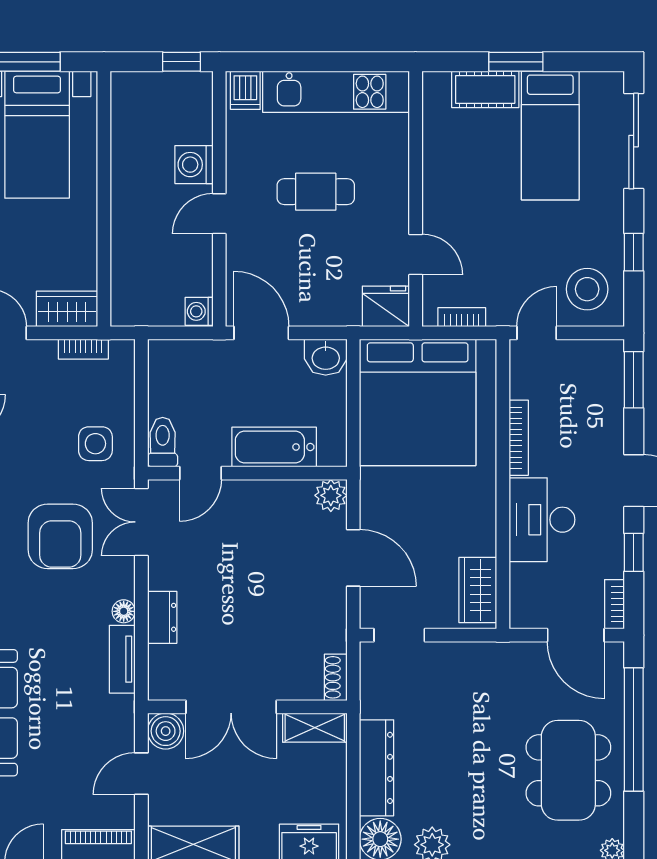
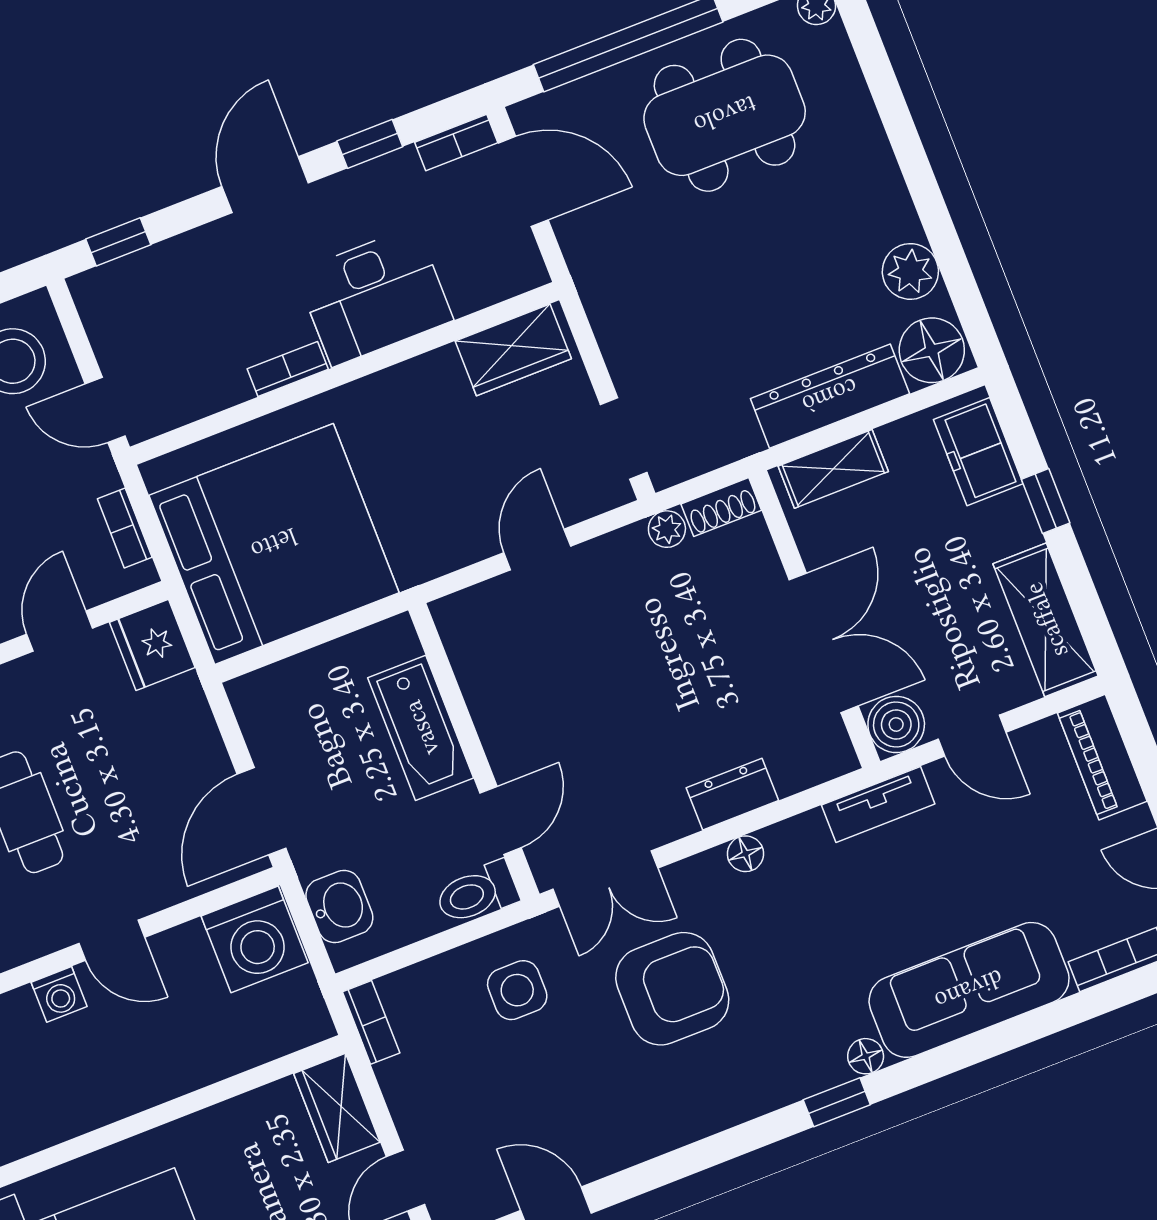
washing machine: (194, 165) -> (59, 994), width x0.73, depth x0.73
washing machine: (199, 311) -> (255, 939), width x1.89, depth x1.89
bookcase: (83, 349) -> (371, 1022), moved
washbasin: (326, 357) -> (339, 907), moved
window: (634, 380) -> (118, 242), width x0.67
bookcase: (519, 438) -> (288, 369), width x0.64
door: (200, 473) -> (500, 820), hinge flipped
plant: (331, 495) -> (667, 529), moved, width x0.73, depth x0.73
door: (353, 558) -> (537, 549), width x0.73
door: (576, 635) -> (523, 181), hinge flipped
tv unit: (122, 659) -> (878, 804), moved
shelving: (315, 728) -> (833, 469), moved, turned 90

